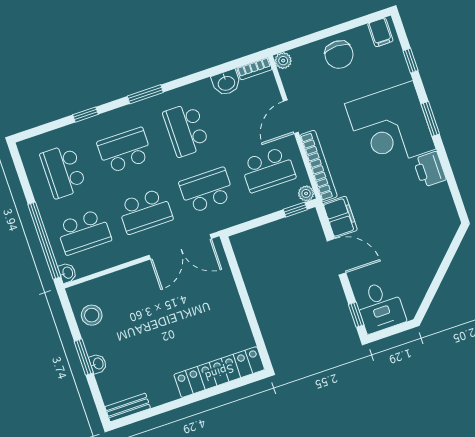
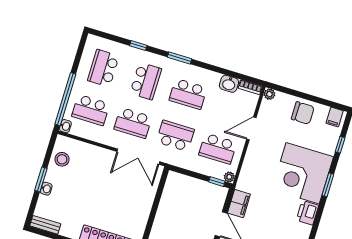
chair: (339, 55) -> (303, 113), turned -90
school desk: (186, 130) -> (188, 94), turned -90
school desk: (125, 150) -> (146, 81), turned 90
bookcase: (319, 166) -> (247, 167), removed

